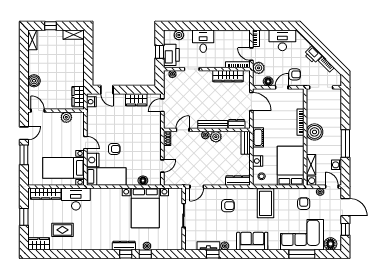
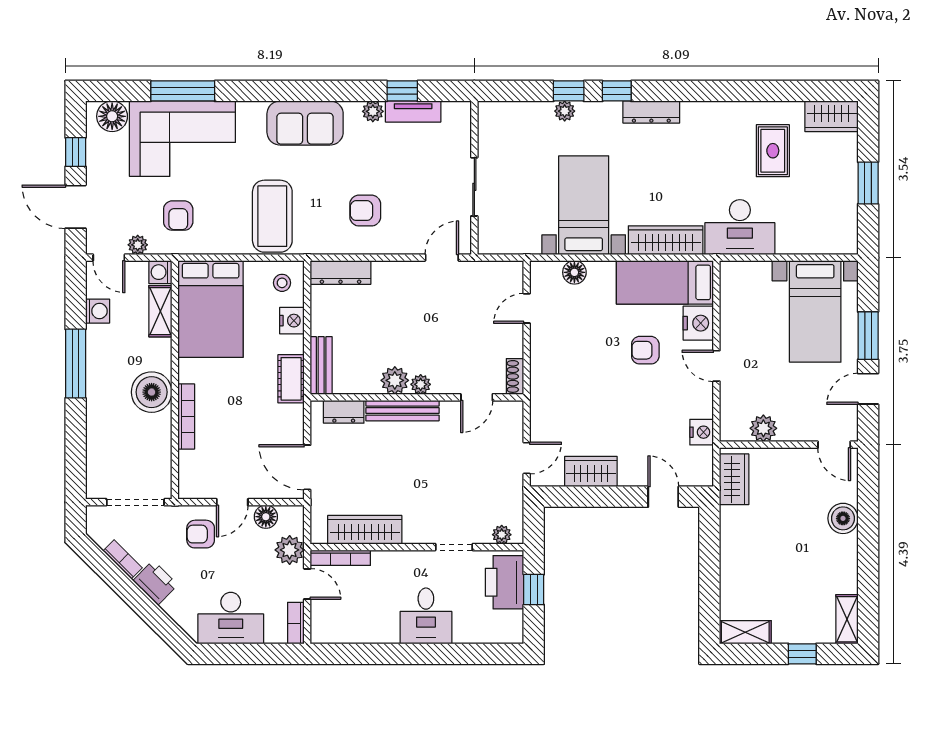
plant: (179, 35) -> (486, 631), removed
nightstand: (91, 102) -> (702, 432), moved
bed with nightstands: (64, 168) -> (815, 311), moved, turned 90
wardrobe: (46, 194) -> (666, 240), moved
bed with nightstands: (145, 208) -> (584, 205), width x0.73
rug: (62, 230) -> (773, 151), turned 90
dresser: (124, 246) -> (651, 112), moved

